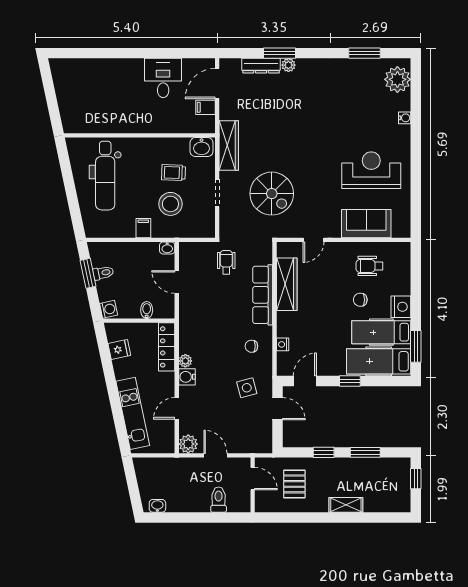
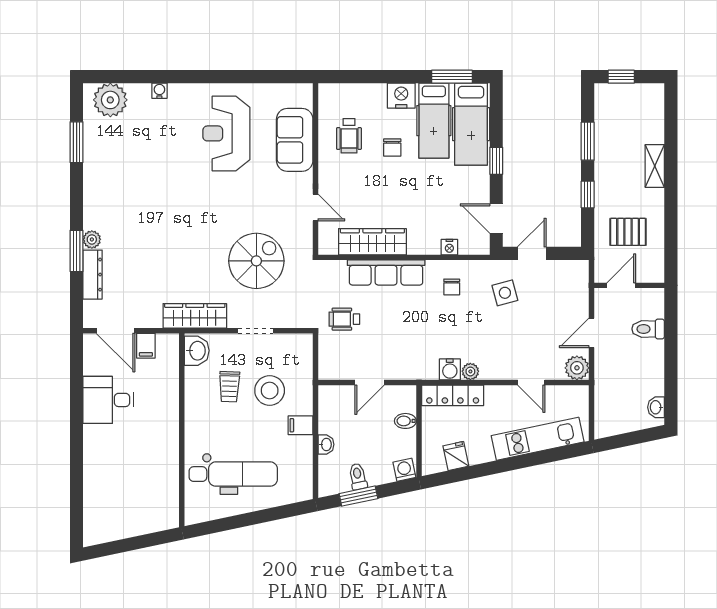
washbasin: (167, 248) -> (326, 444), moved
water cooler: (187, 377) -> (450, 369), moved

